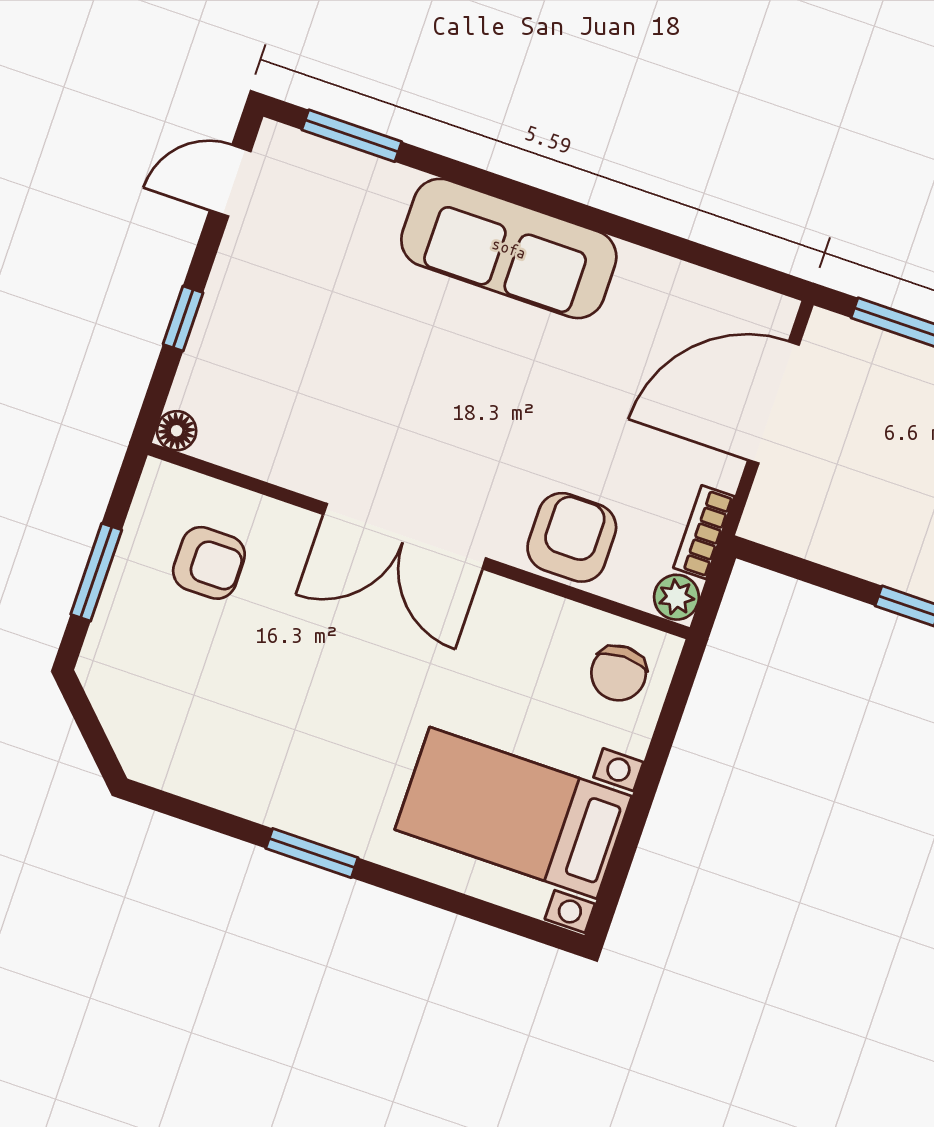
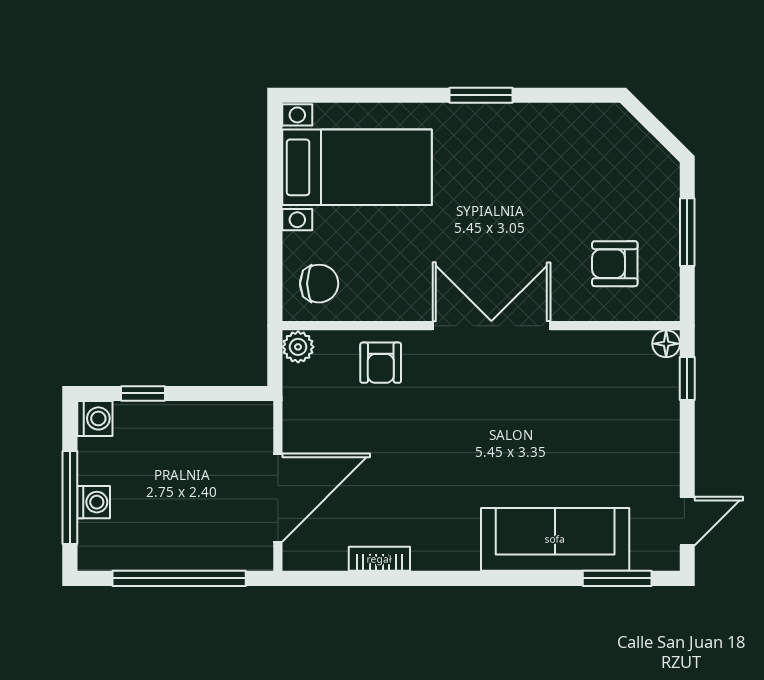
sofa: (509, 248) -> (555, 539), moved
window: (183, 319) -> (687, 379), moved
bookcase: (704, 532) -> (379, 559), moved, turned -90
armchair: (572, 537) -> (381, 363), width x0.72, depth x0.72
chair: (619, 673) -> (319, 284), turned 90

